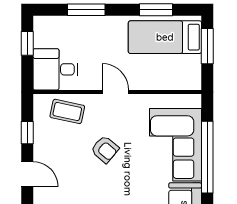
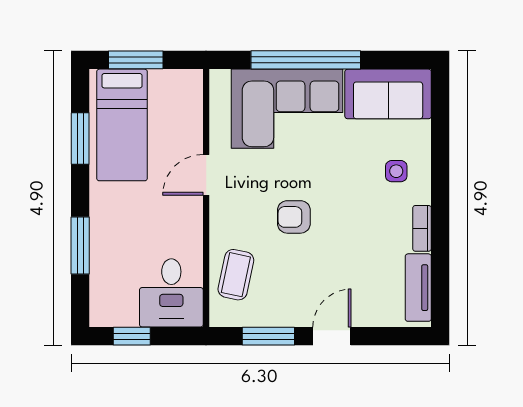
door: (115, 92) -> (206, 175), moved
window: (27, 133) -> (268, 336), width x1.50
armchair: (105, 149) -> (294, 217), turned -130

